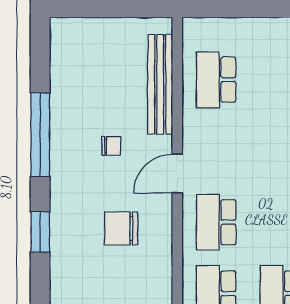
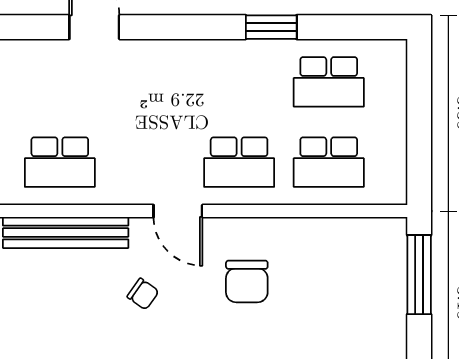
chair: (111, 146) -> (143, 294), turned 125

